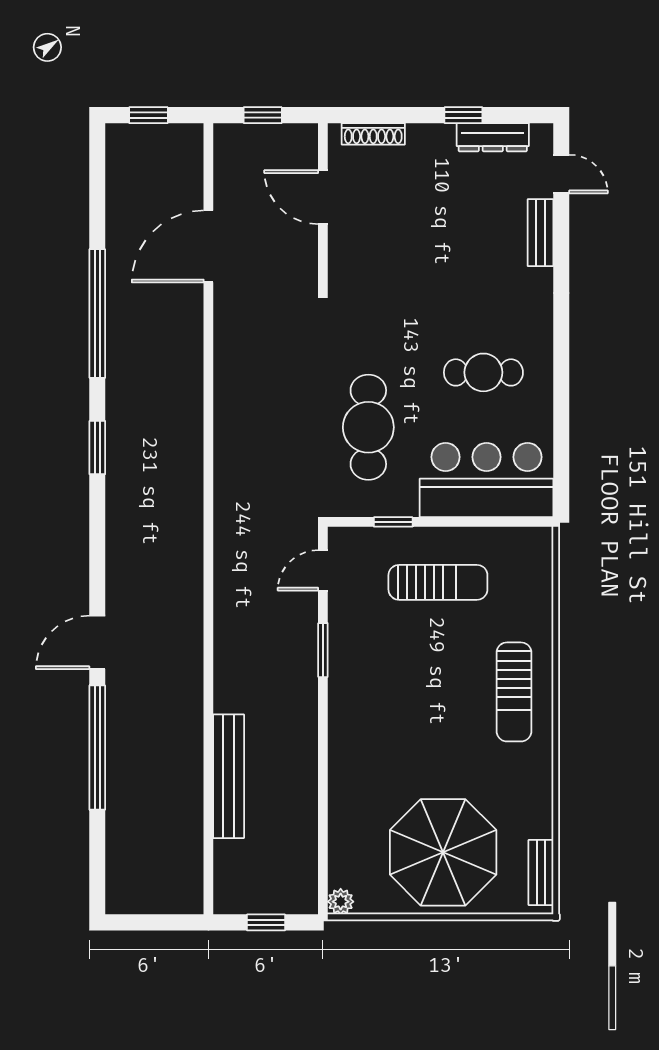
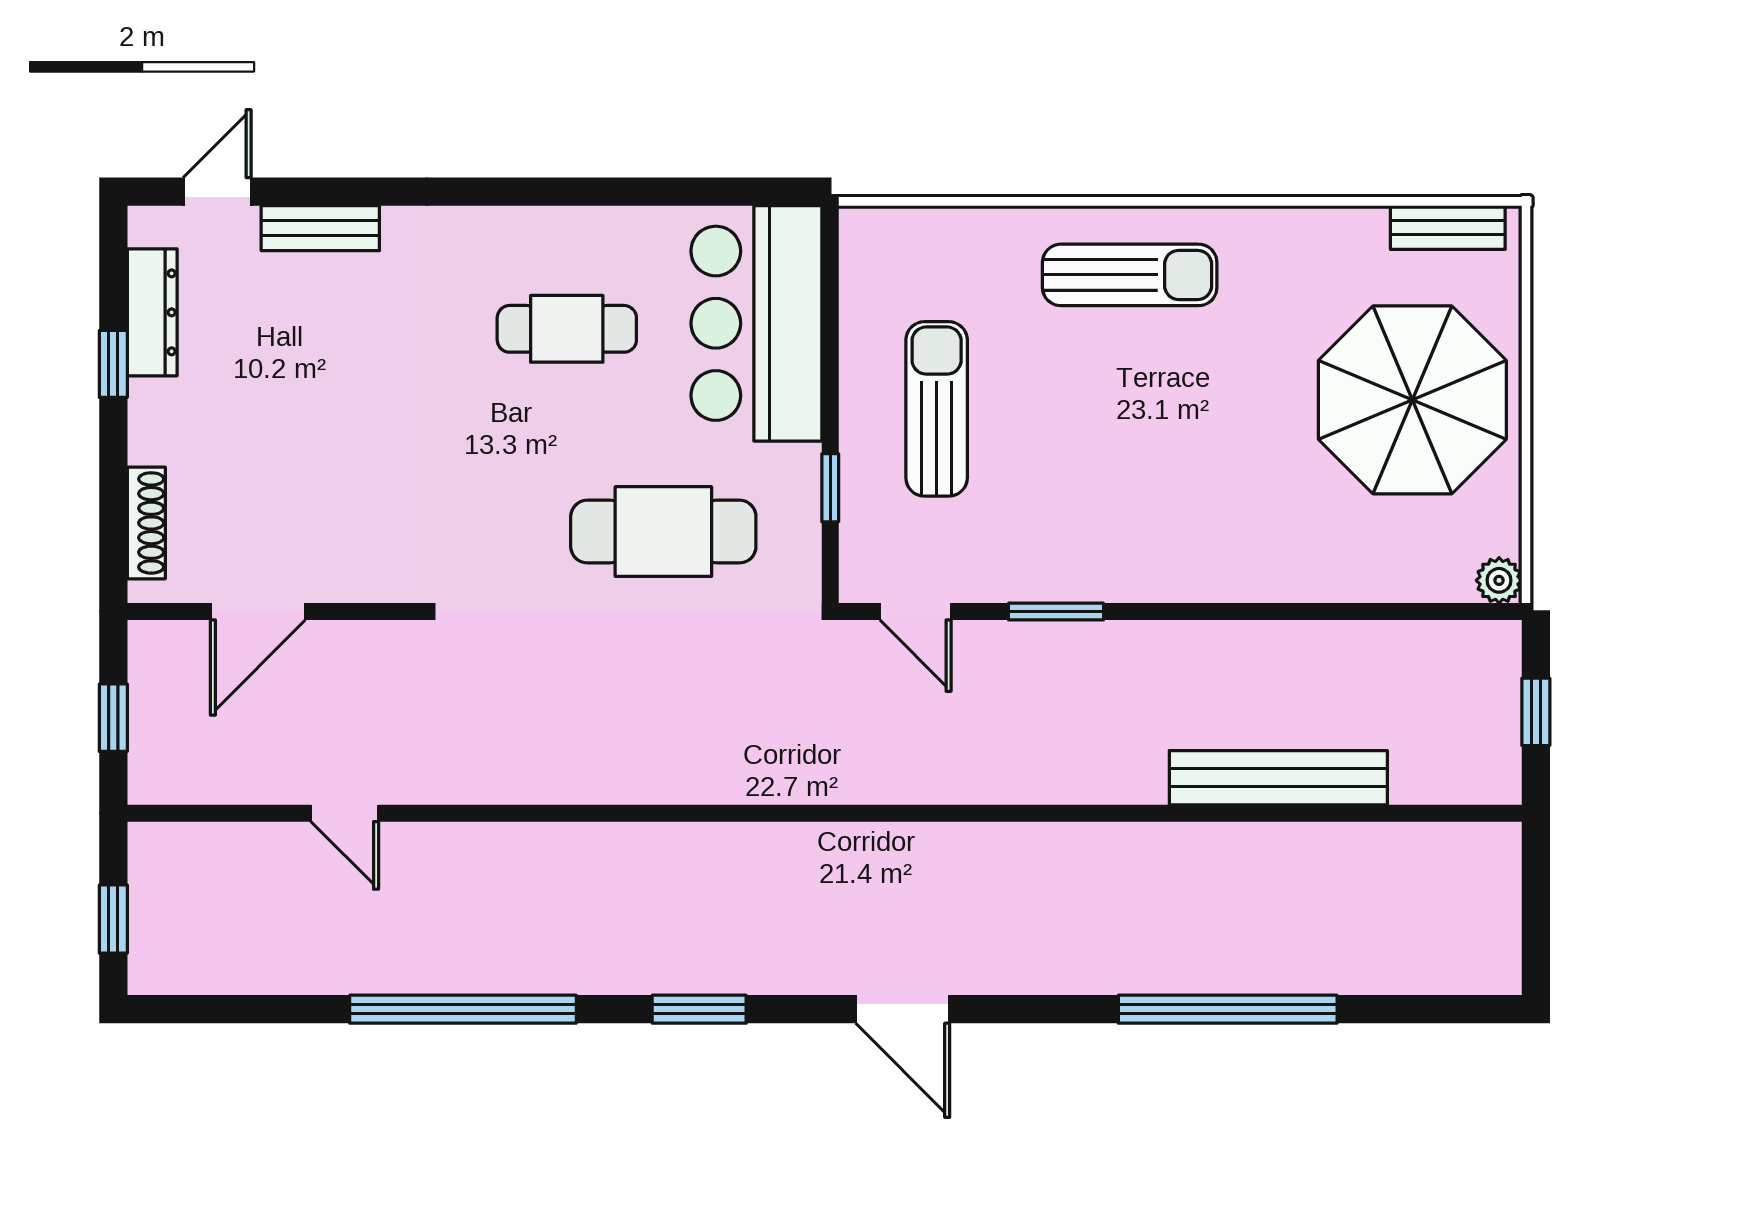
door: (208, 246) -> (345, 813), width x0.53
cafe table: (483, 372) -> (567, 329), turned 90
door: (97, 642) -> (903, 1009), moved

